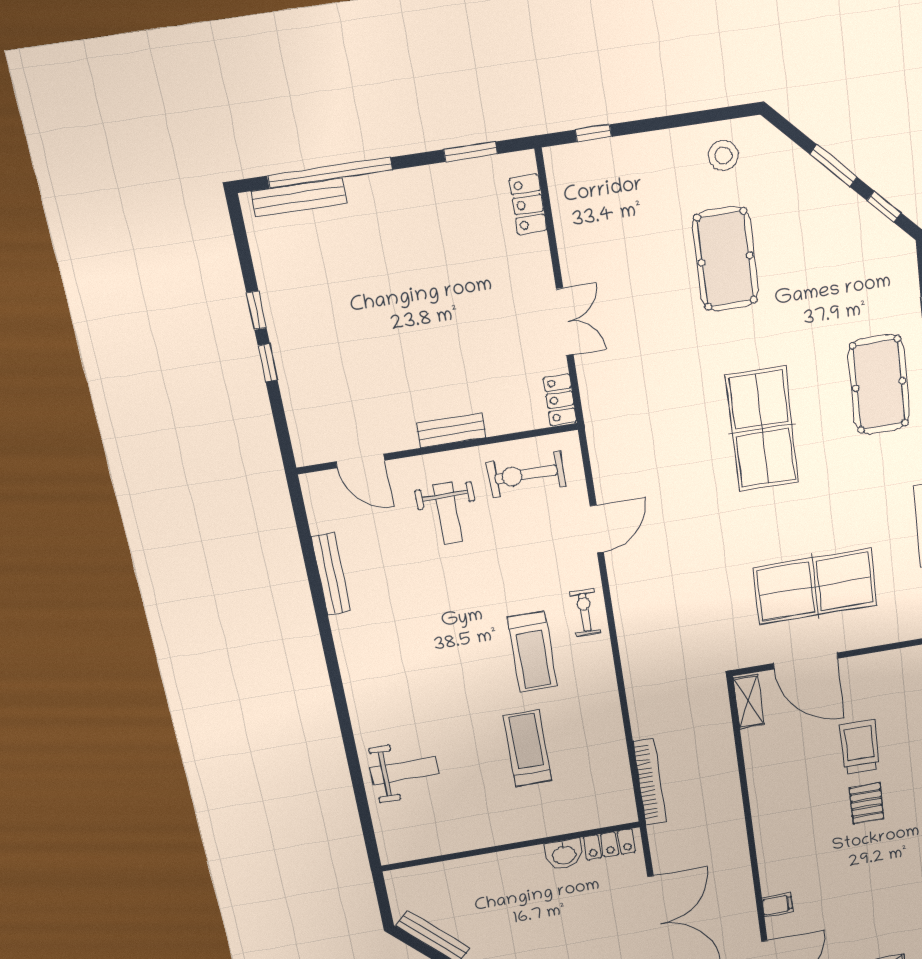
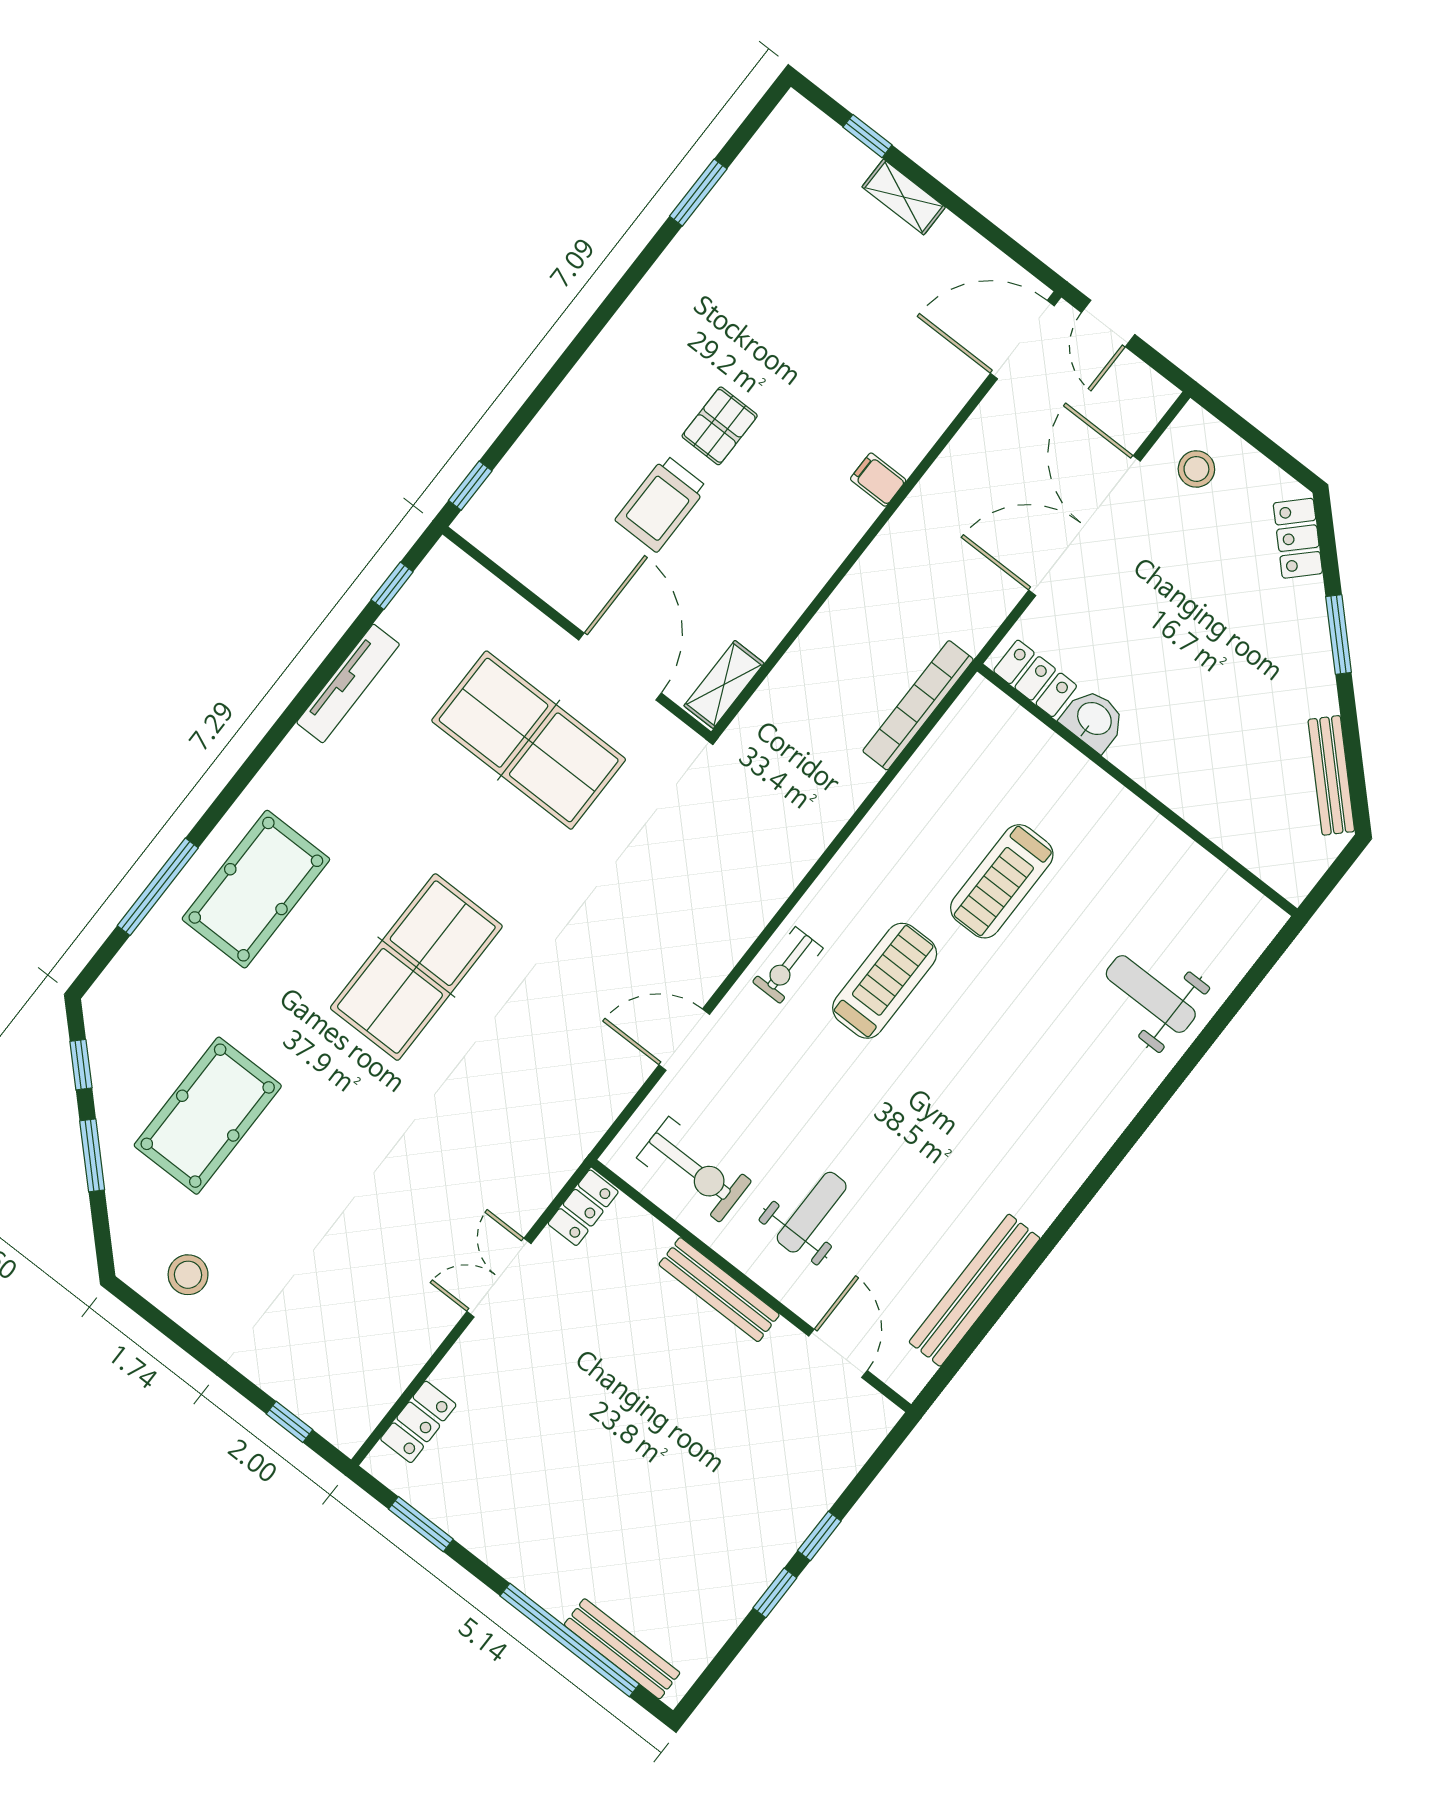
pool table: (726, 259) -> (208, 1116), moved
bench: (451, 430) -> (719, 1290), width x1.36
bench: (331, 574) -> (975, 1290), width x1.37, depth x1.21
filing cabinet: (777, 905) -> (878, 480), moved

